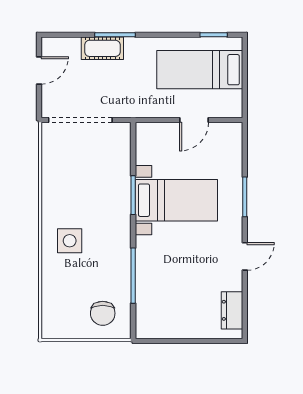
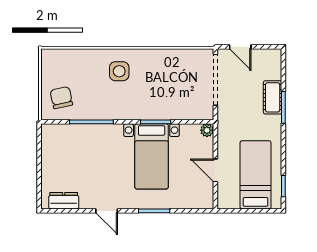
door: (39, 70) -> (240, 47), moved
plant: (144, 131) -> (207, 130), added
chair: (103, 313) -> (61, 98), turned 78

